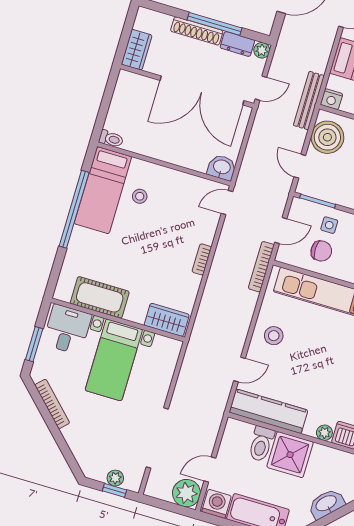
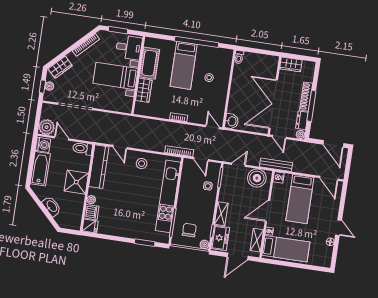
bed: (103, 190) -> (184, 65), moved, turned -90
chair: (321, 251) -> (193, 184), removed
wardrobe: (167, 320) -> (144, 90), moved
toilet: (261, 444) -> (83, 148), moved
wardrobe: (85, 455) -> (60, 67), added

